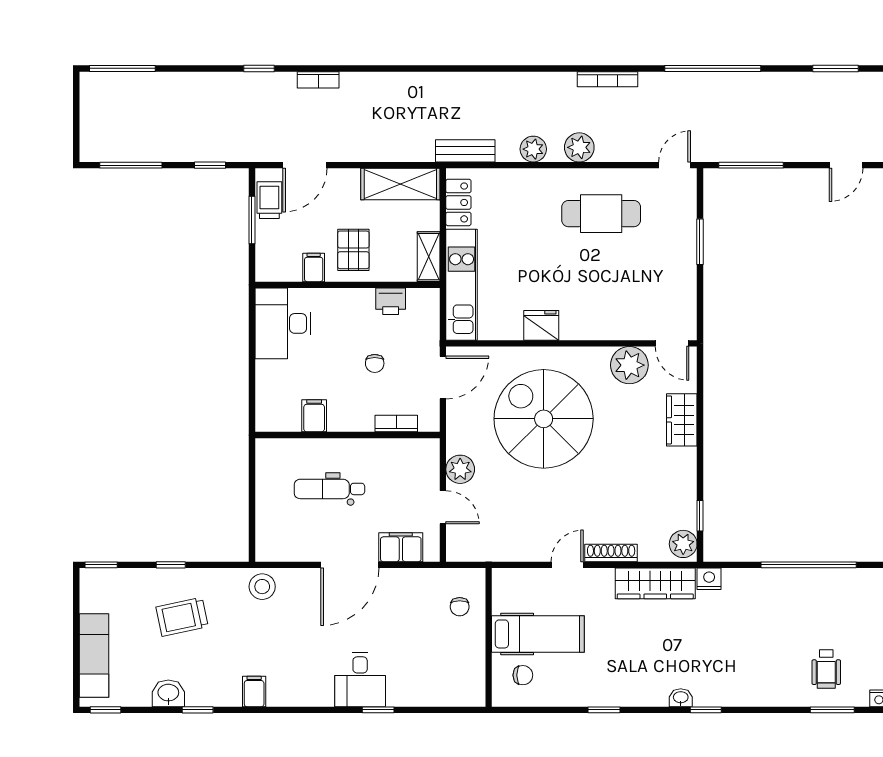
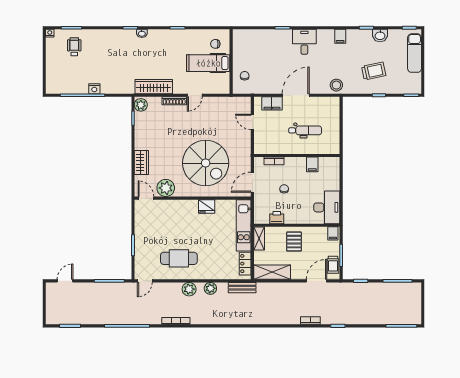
filing cabinet: (314, 267) -> (333, 233), moved
plant: (460, 469) -> (244, 140), removed
nightstand: (709, 579) -> (94, 89), moved
desk: (360, 680) -> (304, 42), moved

